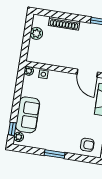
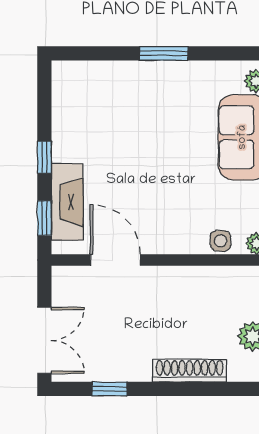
armchair: (87, 145) -> (89, 88), removed

